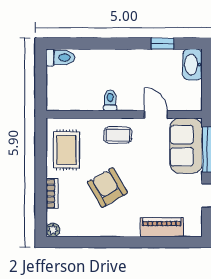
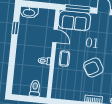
toilet: (60, 58) -> (35, 88), moved
door: (156, 114) -> (55, 36), swing flipped
rug: (66, 150) -> (70, 88), removed

